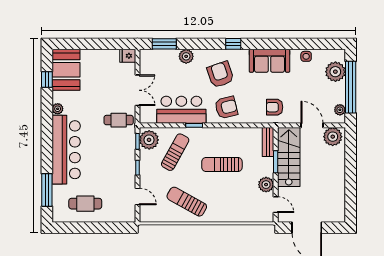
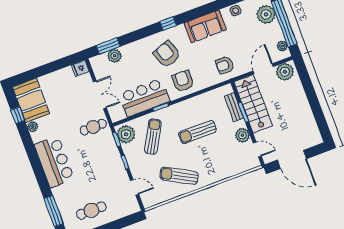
plant: (186, 56) -> (115, 56), moved
armchair: (226, 107) -> (183, 81), turned -76
plant: (58, 109) -> (33, 127), moved
door: (312, 125) -> (263, 69), hinge flipped
bench: (268, 142) -> (234, 107), moved
bar counter: (66, 150) -> (54, 162), width x0.73

